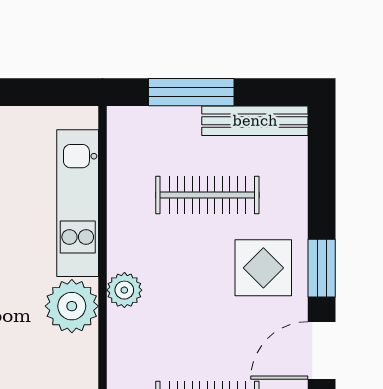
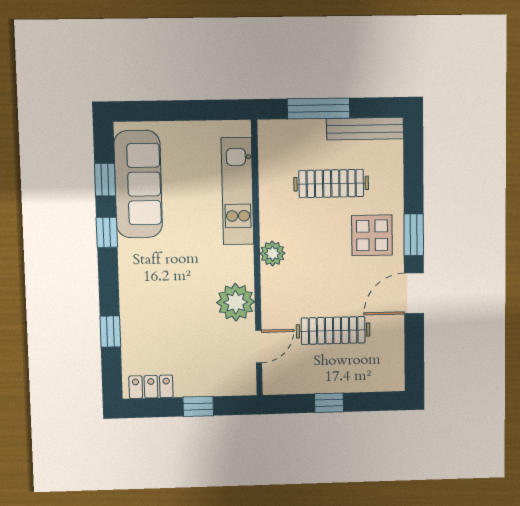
plant: (72, 306) -> (236, 302), moved

